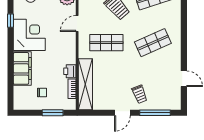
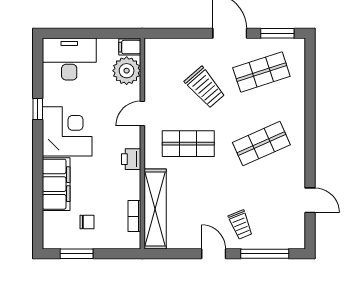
printer: (70, 71) -> (131, 159), moved
window: (53, 113) -> (77, 254), moved
door: (122, 113) -> (214, 254), swing flipped

